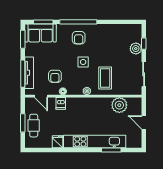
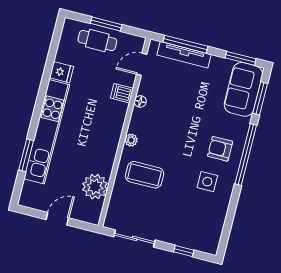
plant: (136, 49) -> (179, 236), removed
side table: (83, 62) -> (207, 182), moved
armchair: (55, 76) -> (168, 95), removed

